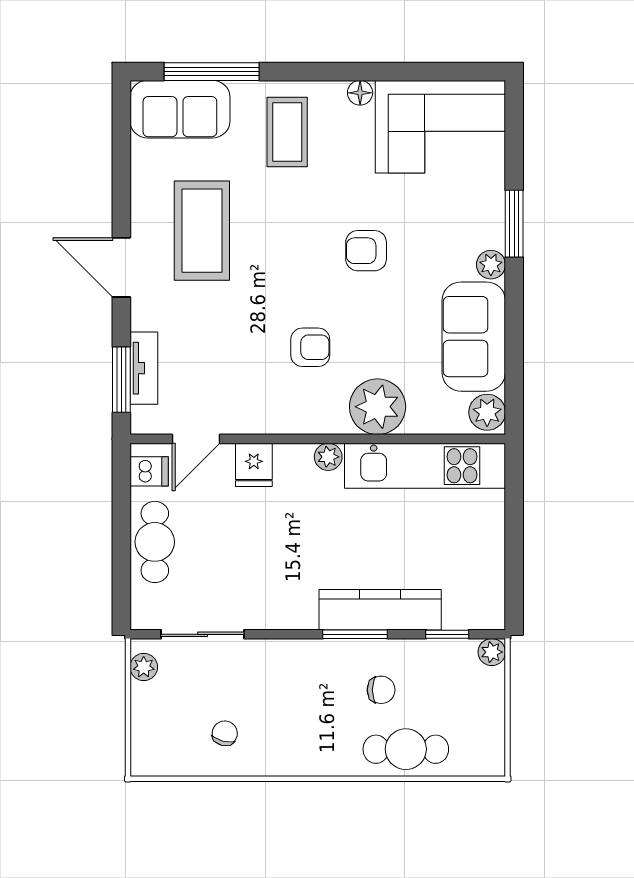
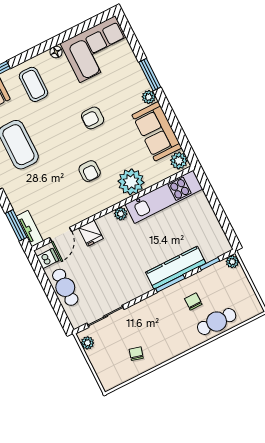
armchair: (310, 347) -> (90, 171), turned 90
tv unit: (144, 368) -> (30, 229), moved
chair: (381, 690) -> (193, 302), turned -90

